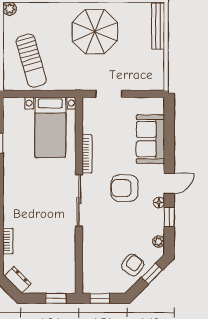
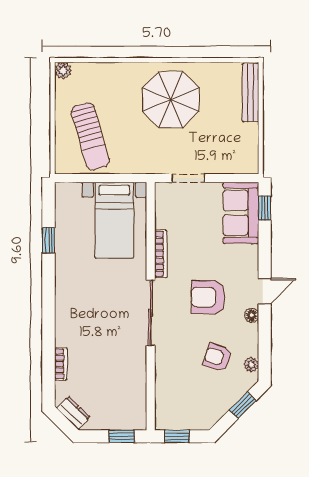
sofa: (150, 139) -> (241, 213), moved
window: (169, 217) -> (265, 208), moved
armchair: (133, 265) -> (217, 357), moved, turned -108

